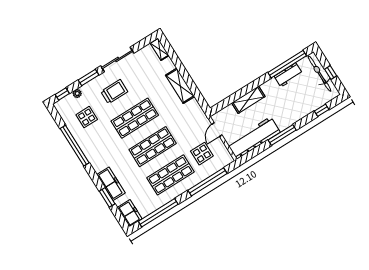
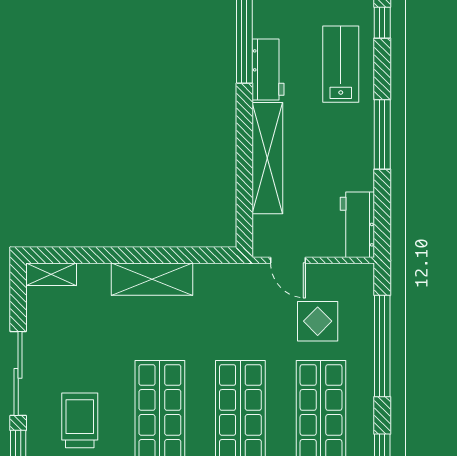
workbench: (288, 75) -> (268, 70), moved
shelving: (248, 100) -> (267, 158), width x1.47
lab bench: (298, 105) -> (341, 64), added
workbench: (254, 138) -> (357, 225), width x0.53, depth x0.76

